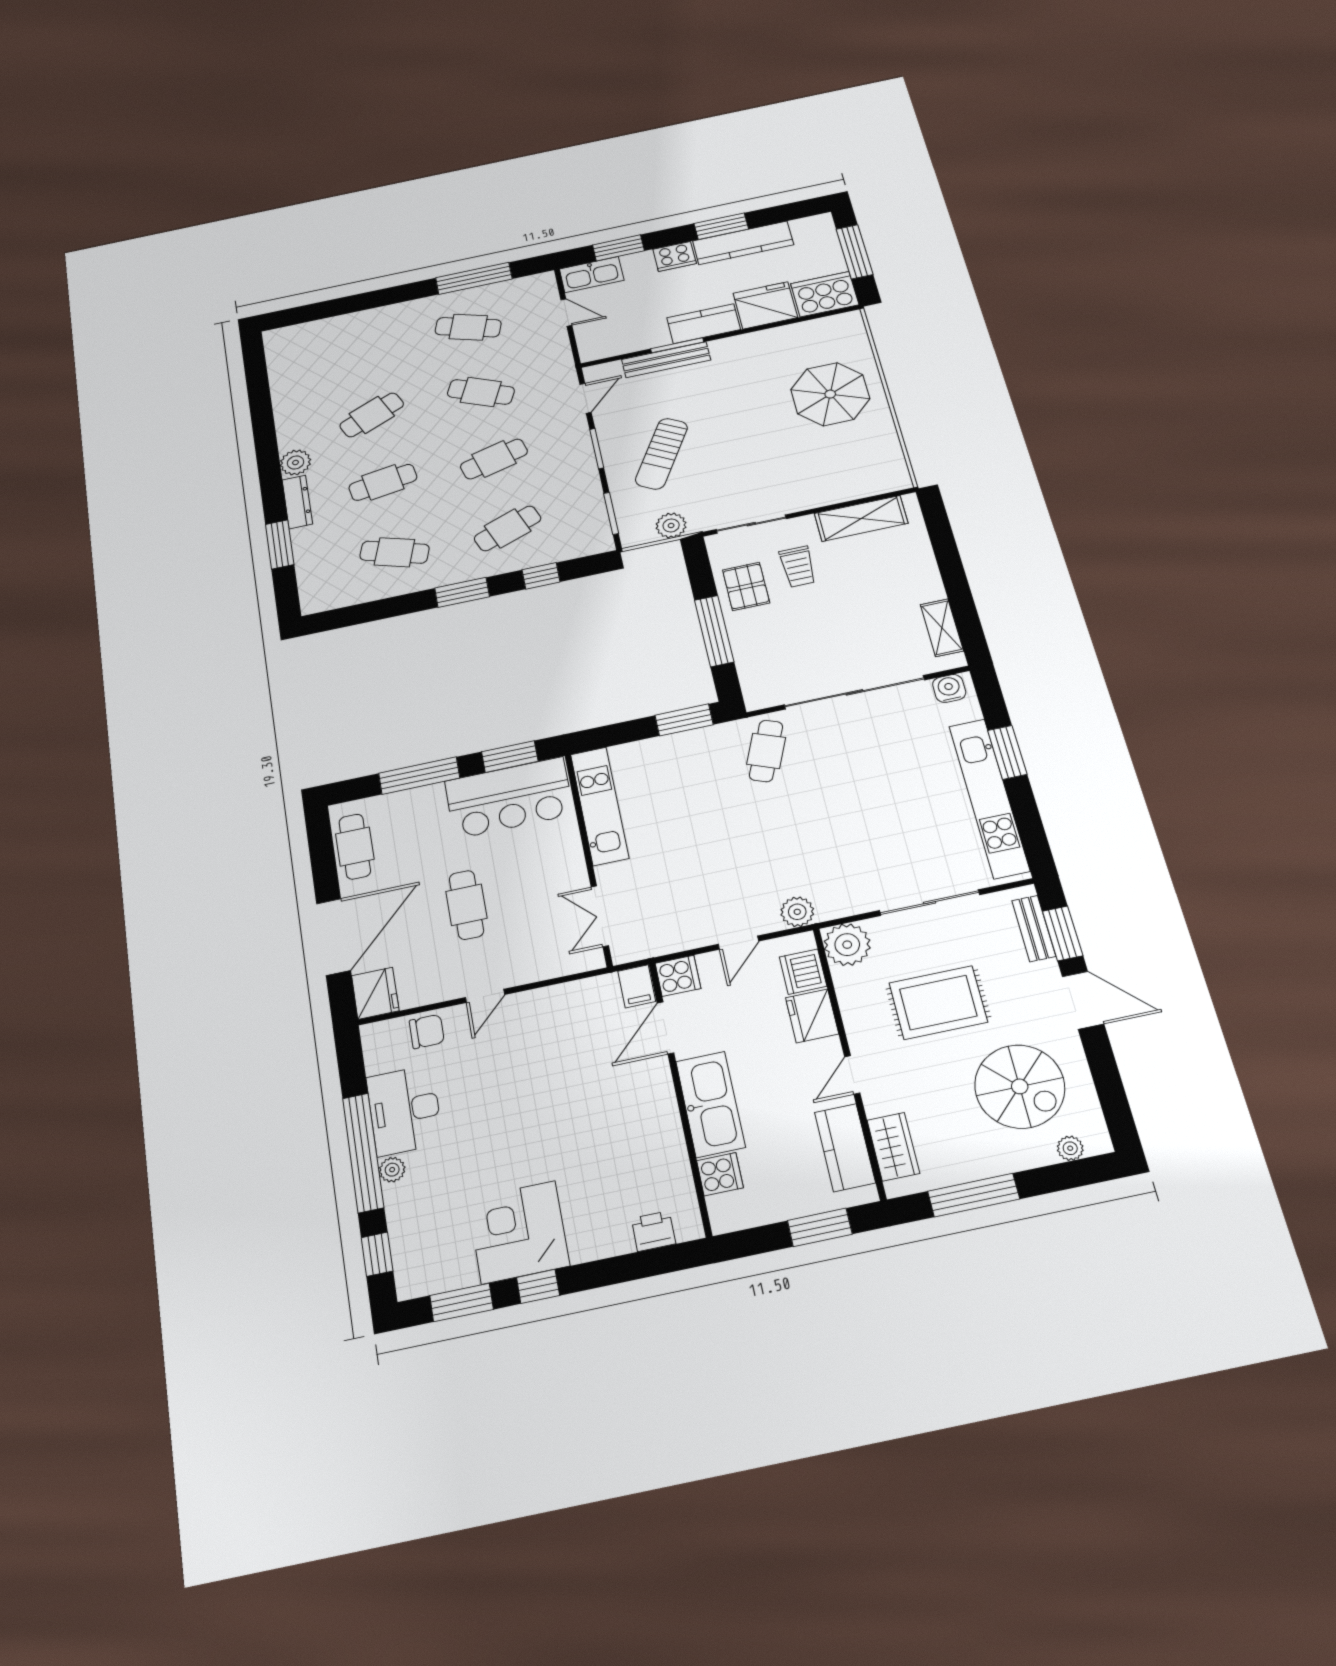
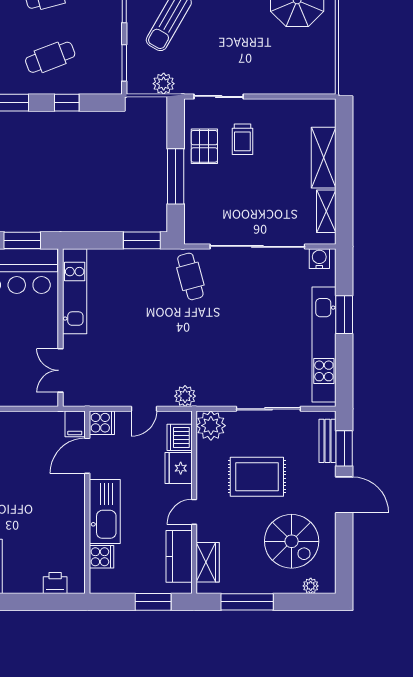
shelving: (861, 518) -> (324, 158), moved, turned 90
cafe table: (766, 751) -> (190, 276), turned -37

